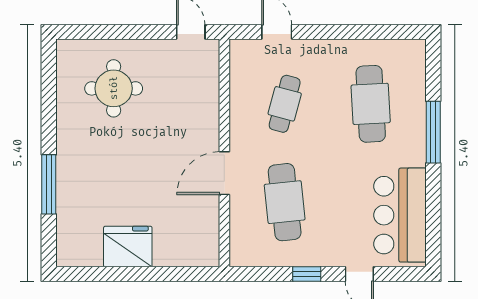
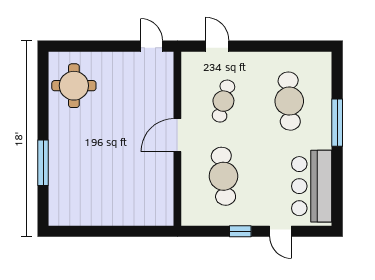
round table: (114, 88) -> (74, 86), moved
door: (224, 173) -> (177, 135), moved
fridge: (128, 247) -> (104, 210), removed

